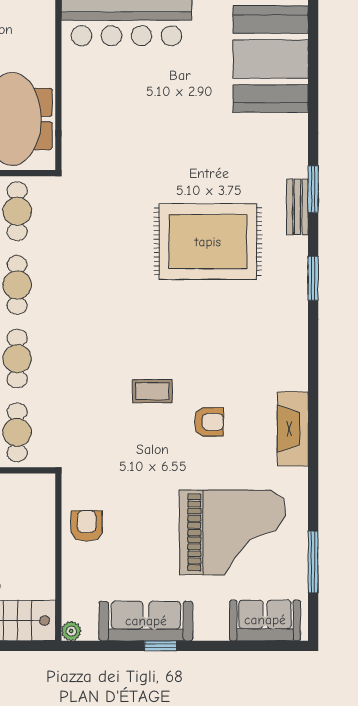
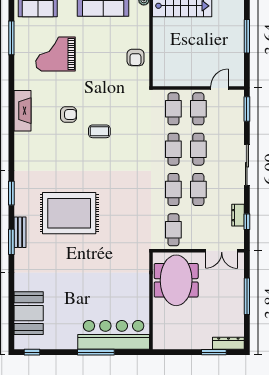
booth: (271, 59) -> (29, 313), width x0.73, depth x0.70
armchair: (209, 422) -> (69, 115), turned 180
grand piano: (233, 532) -> (56, 54), width x0.73, depth x0.68

